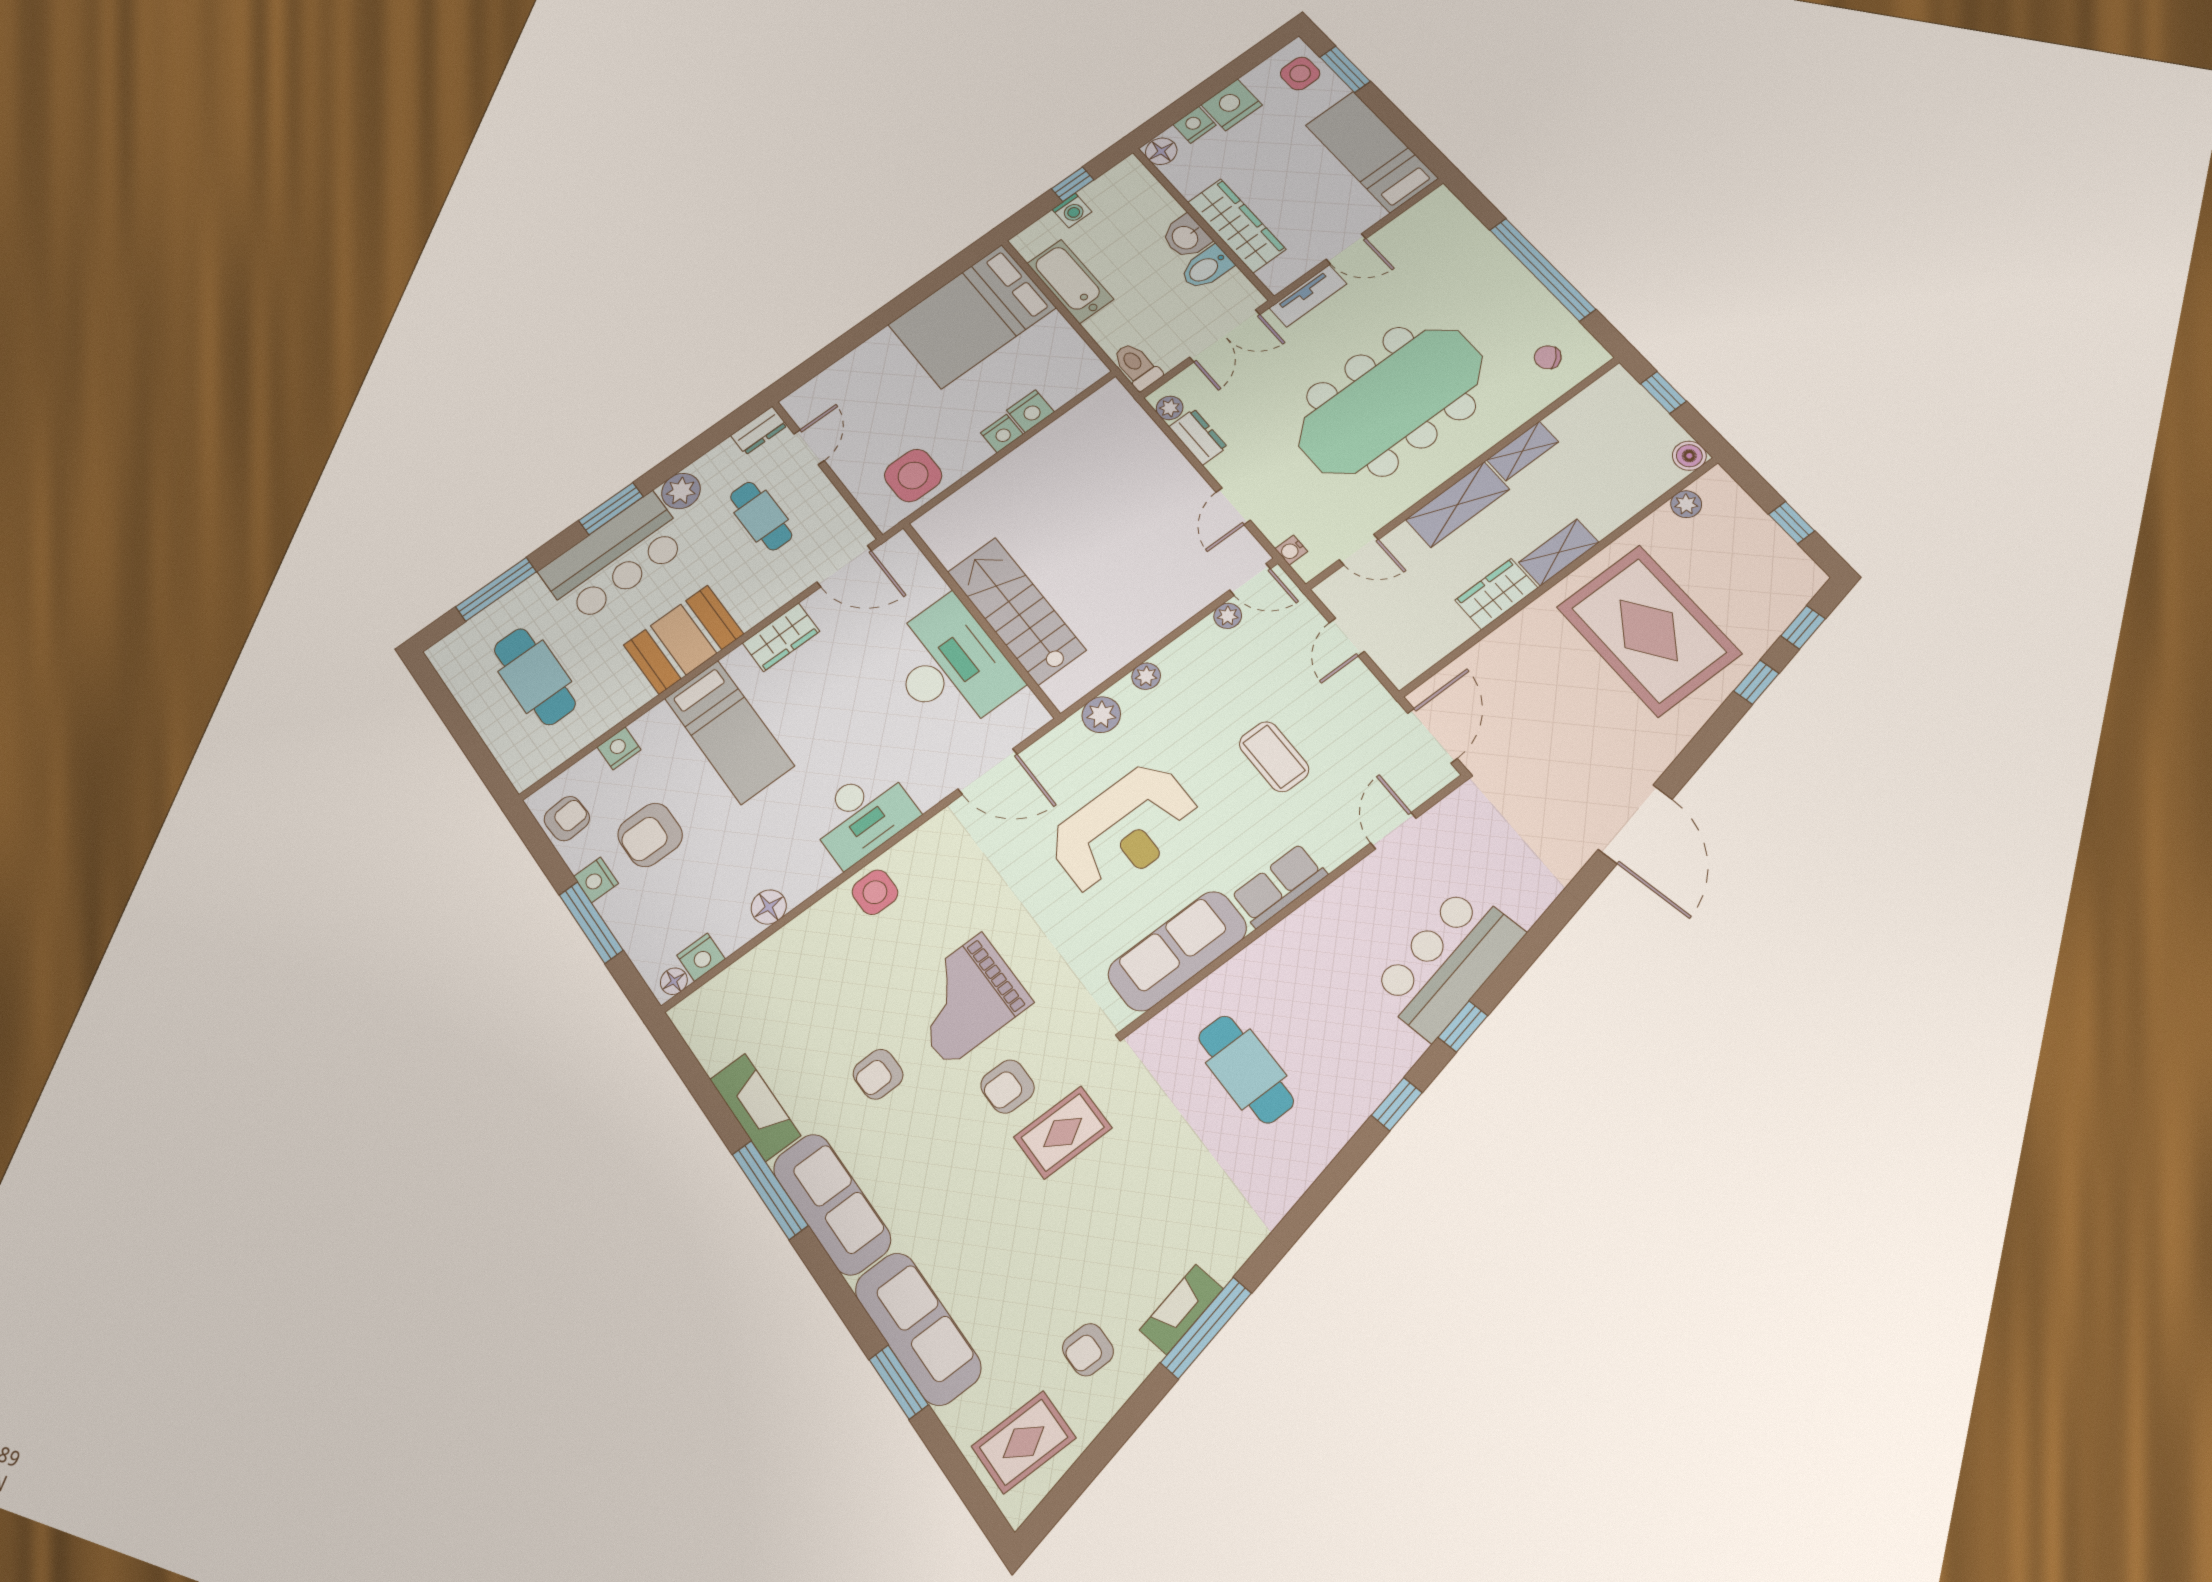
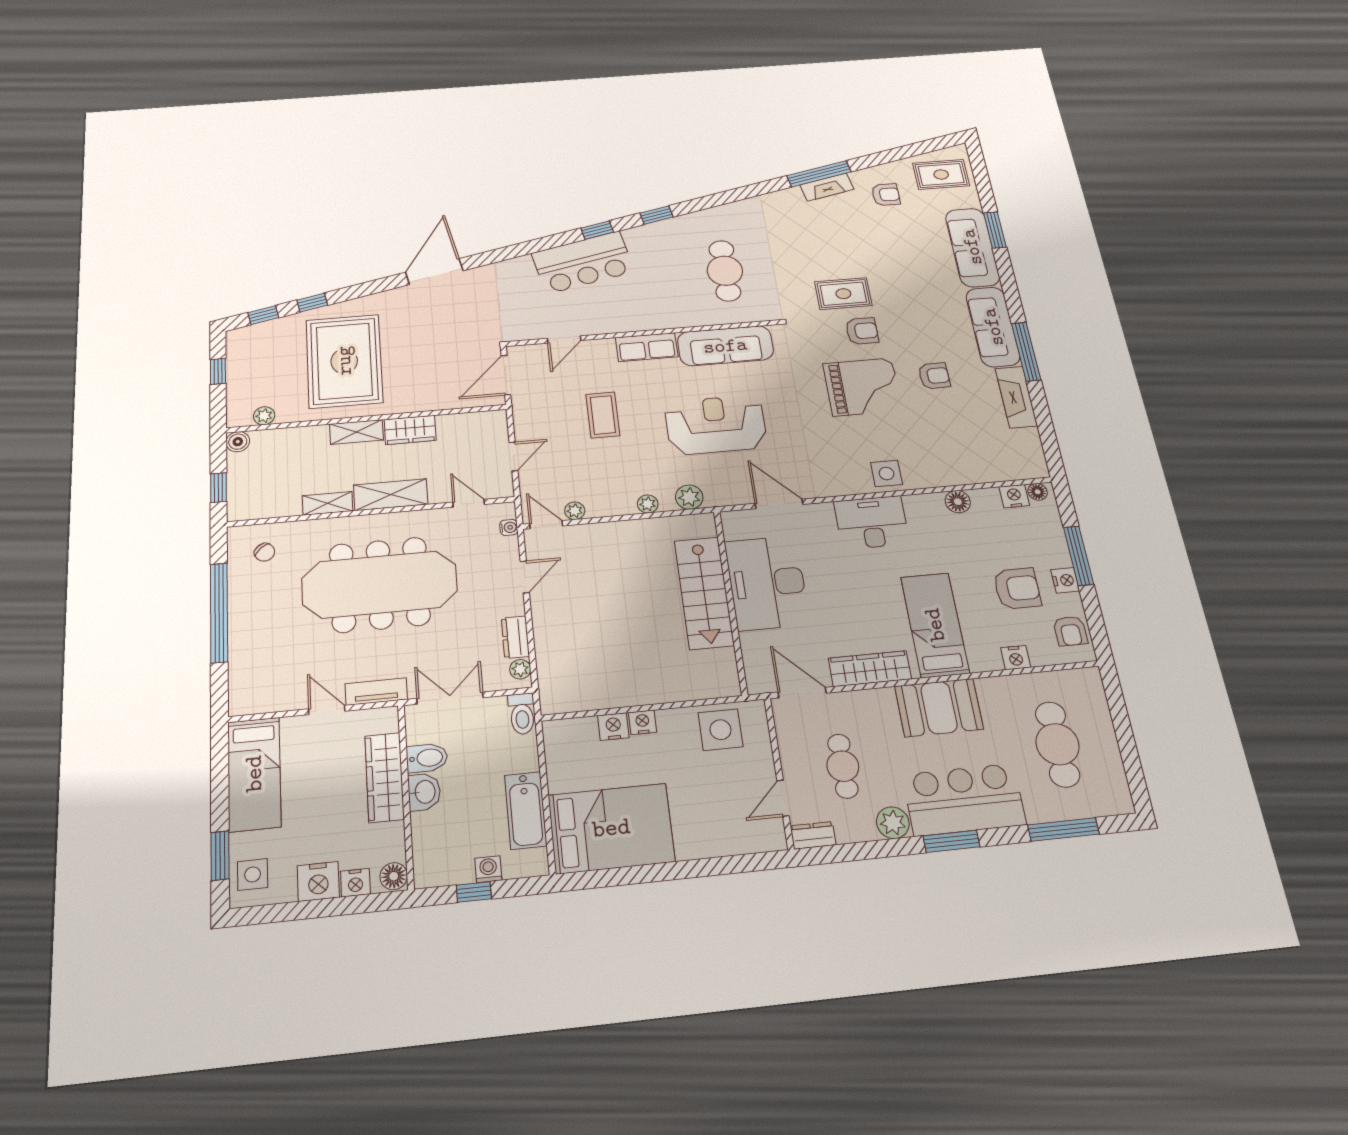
wardrobe: (781, 637) -> (870, 669), width x1.50
armchair: (567, 819) -> (1070, 631), turned -86

